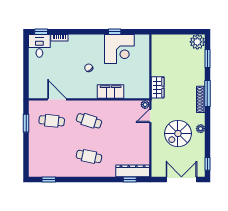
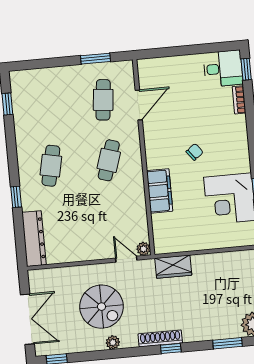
window: (207, 94) -> (171, 348), width x0.46
spiral stairs: (178, 133) -> (102, 307), turned 180
window: (130, 180) -> (16, 197), moved

